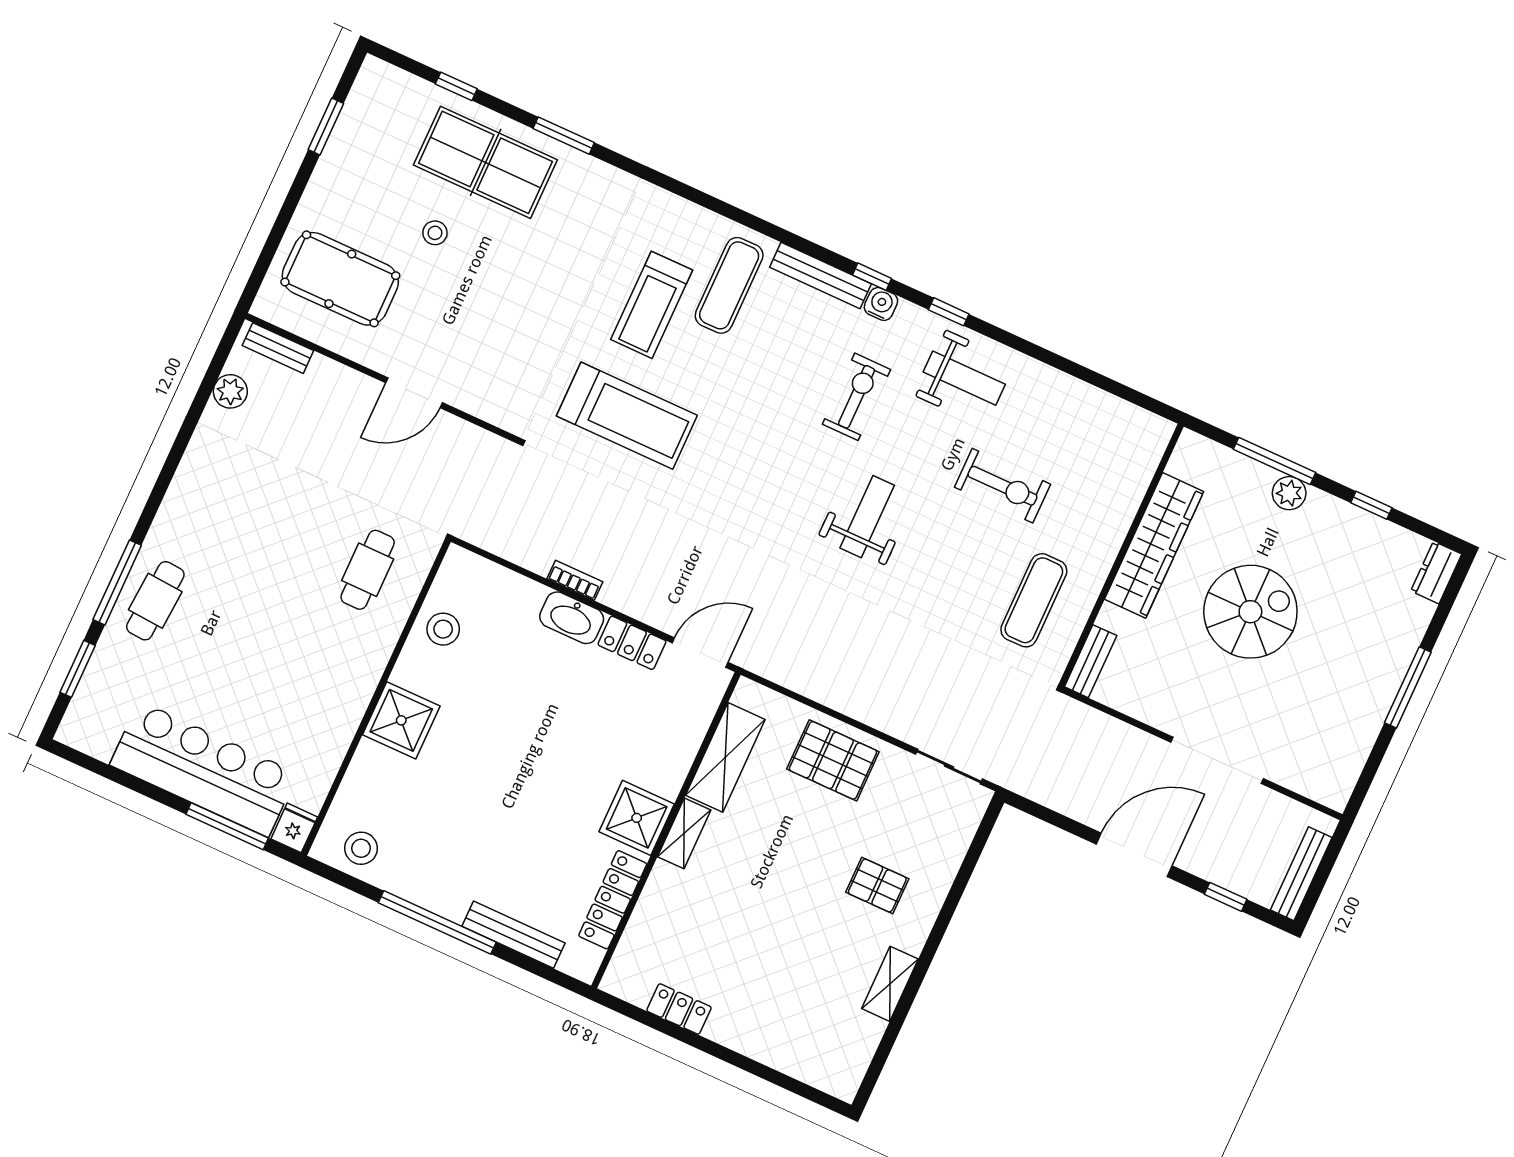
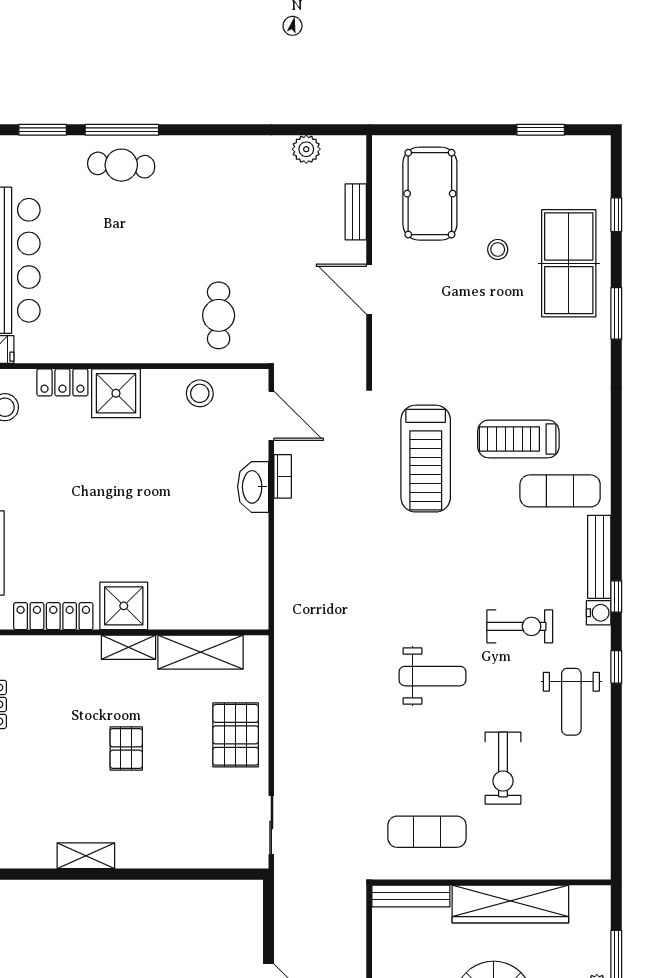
bench: (278, 348) -> (356, 212), moved
cafe table: (368, 570) -> (219, 315), turned 90
locker: (632, 643) -> (62, 382), moved, turned -90
door: (700, 653) -> (271, 416), moved
bench: (1091, 661) -> (411, 896), width x1.36
pallet: (877, 886) -> (126, 749), moved

